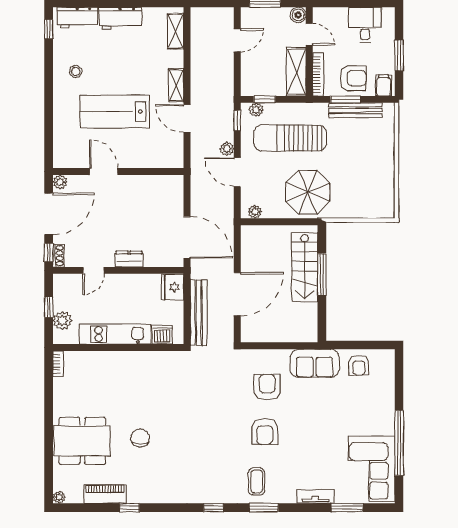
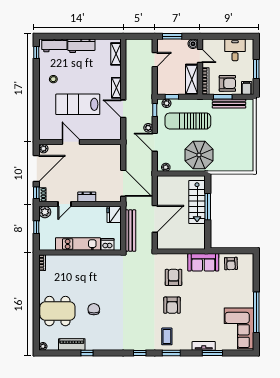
plant: (62, 321) -> (45, 212), moved
window: (347, 508) -> (212, 353), moved

